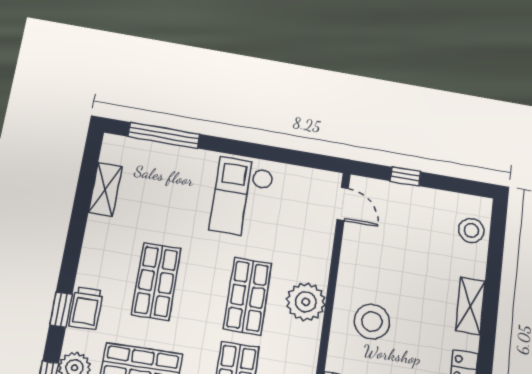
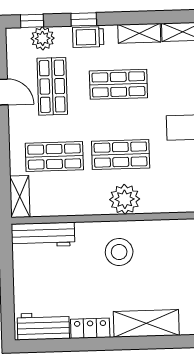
shelving: (95, 243) -> (139, 33), added
shelving: (470, 306) -> (146, 323), width x1.50, depth x1.33

